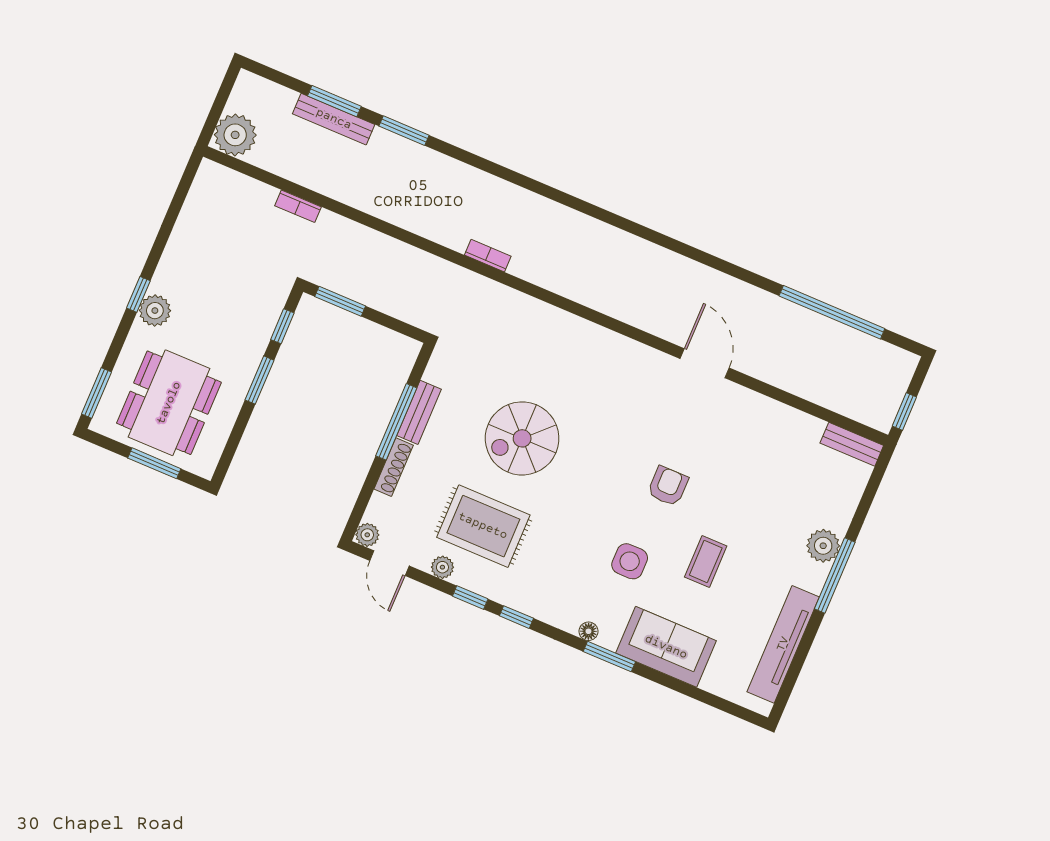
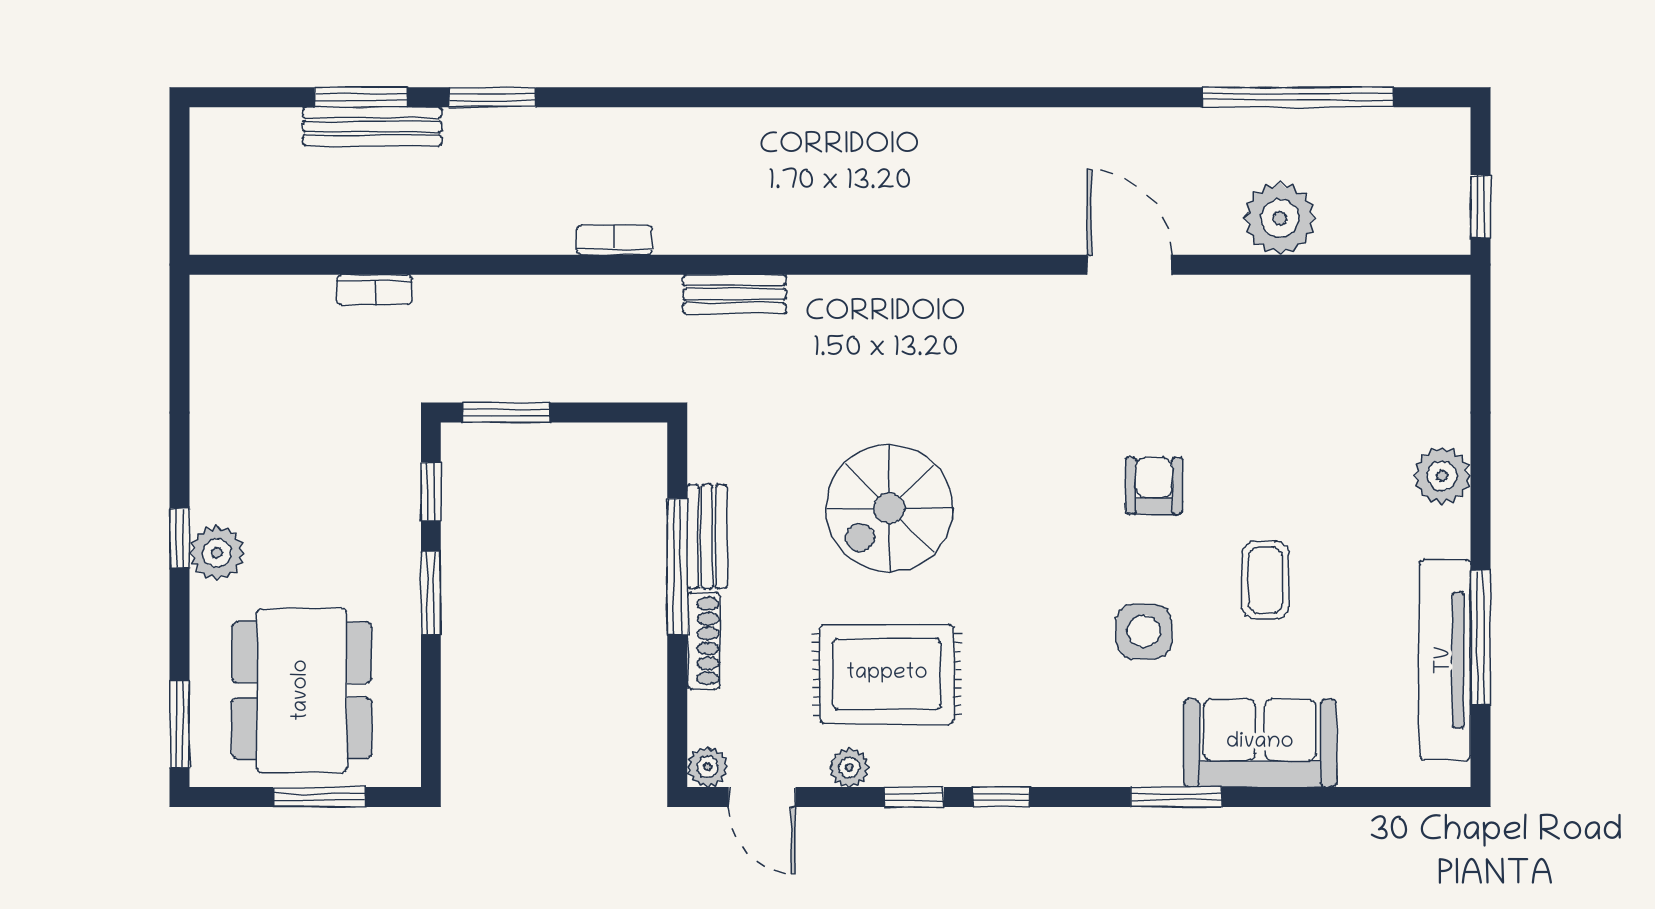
plant: (235, 135) -> (1280, 218), moved
bookcase: (488, 256) -> (615, 240), moved
bench: (852, 444) -> (735, 294), moved
window: (835, 576) -> (1481, 637), moved
floor lamp: (588, 631) -> (1126, 771), removed

